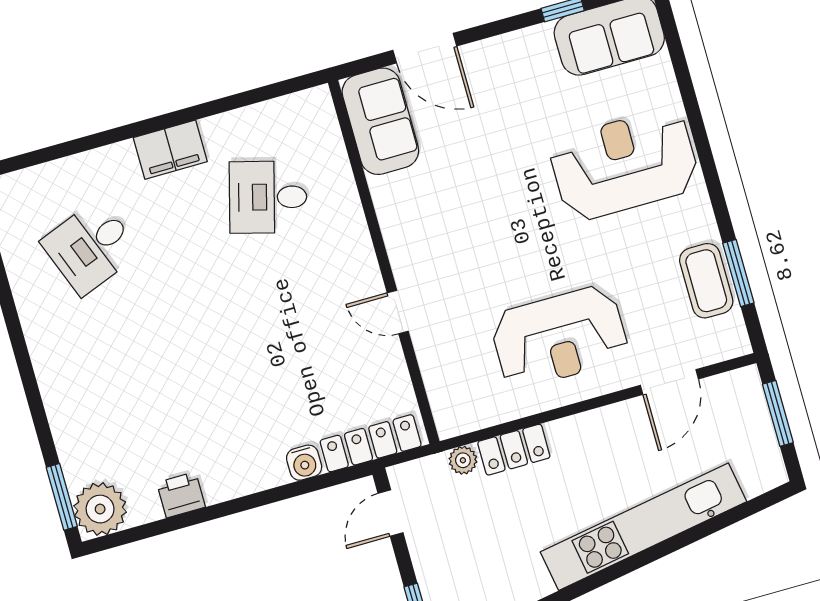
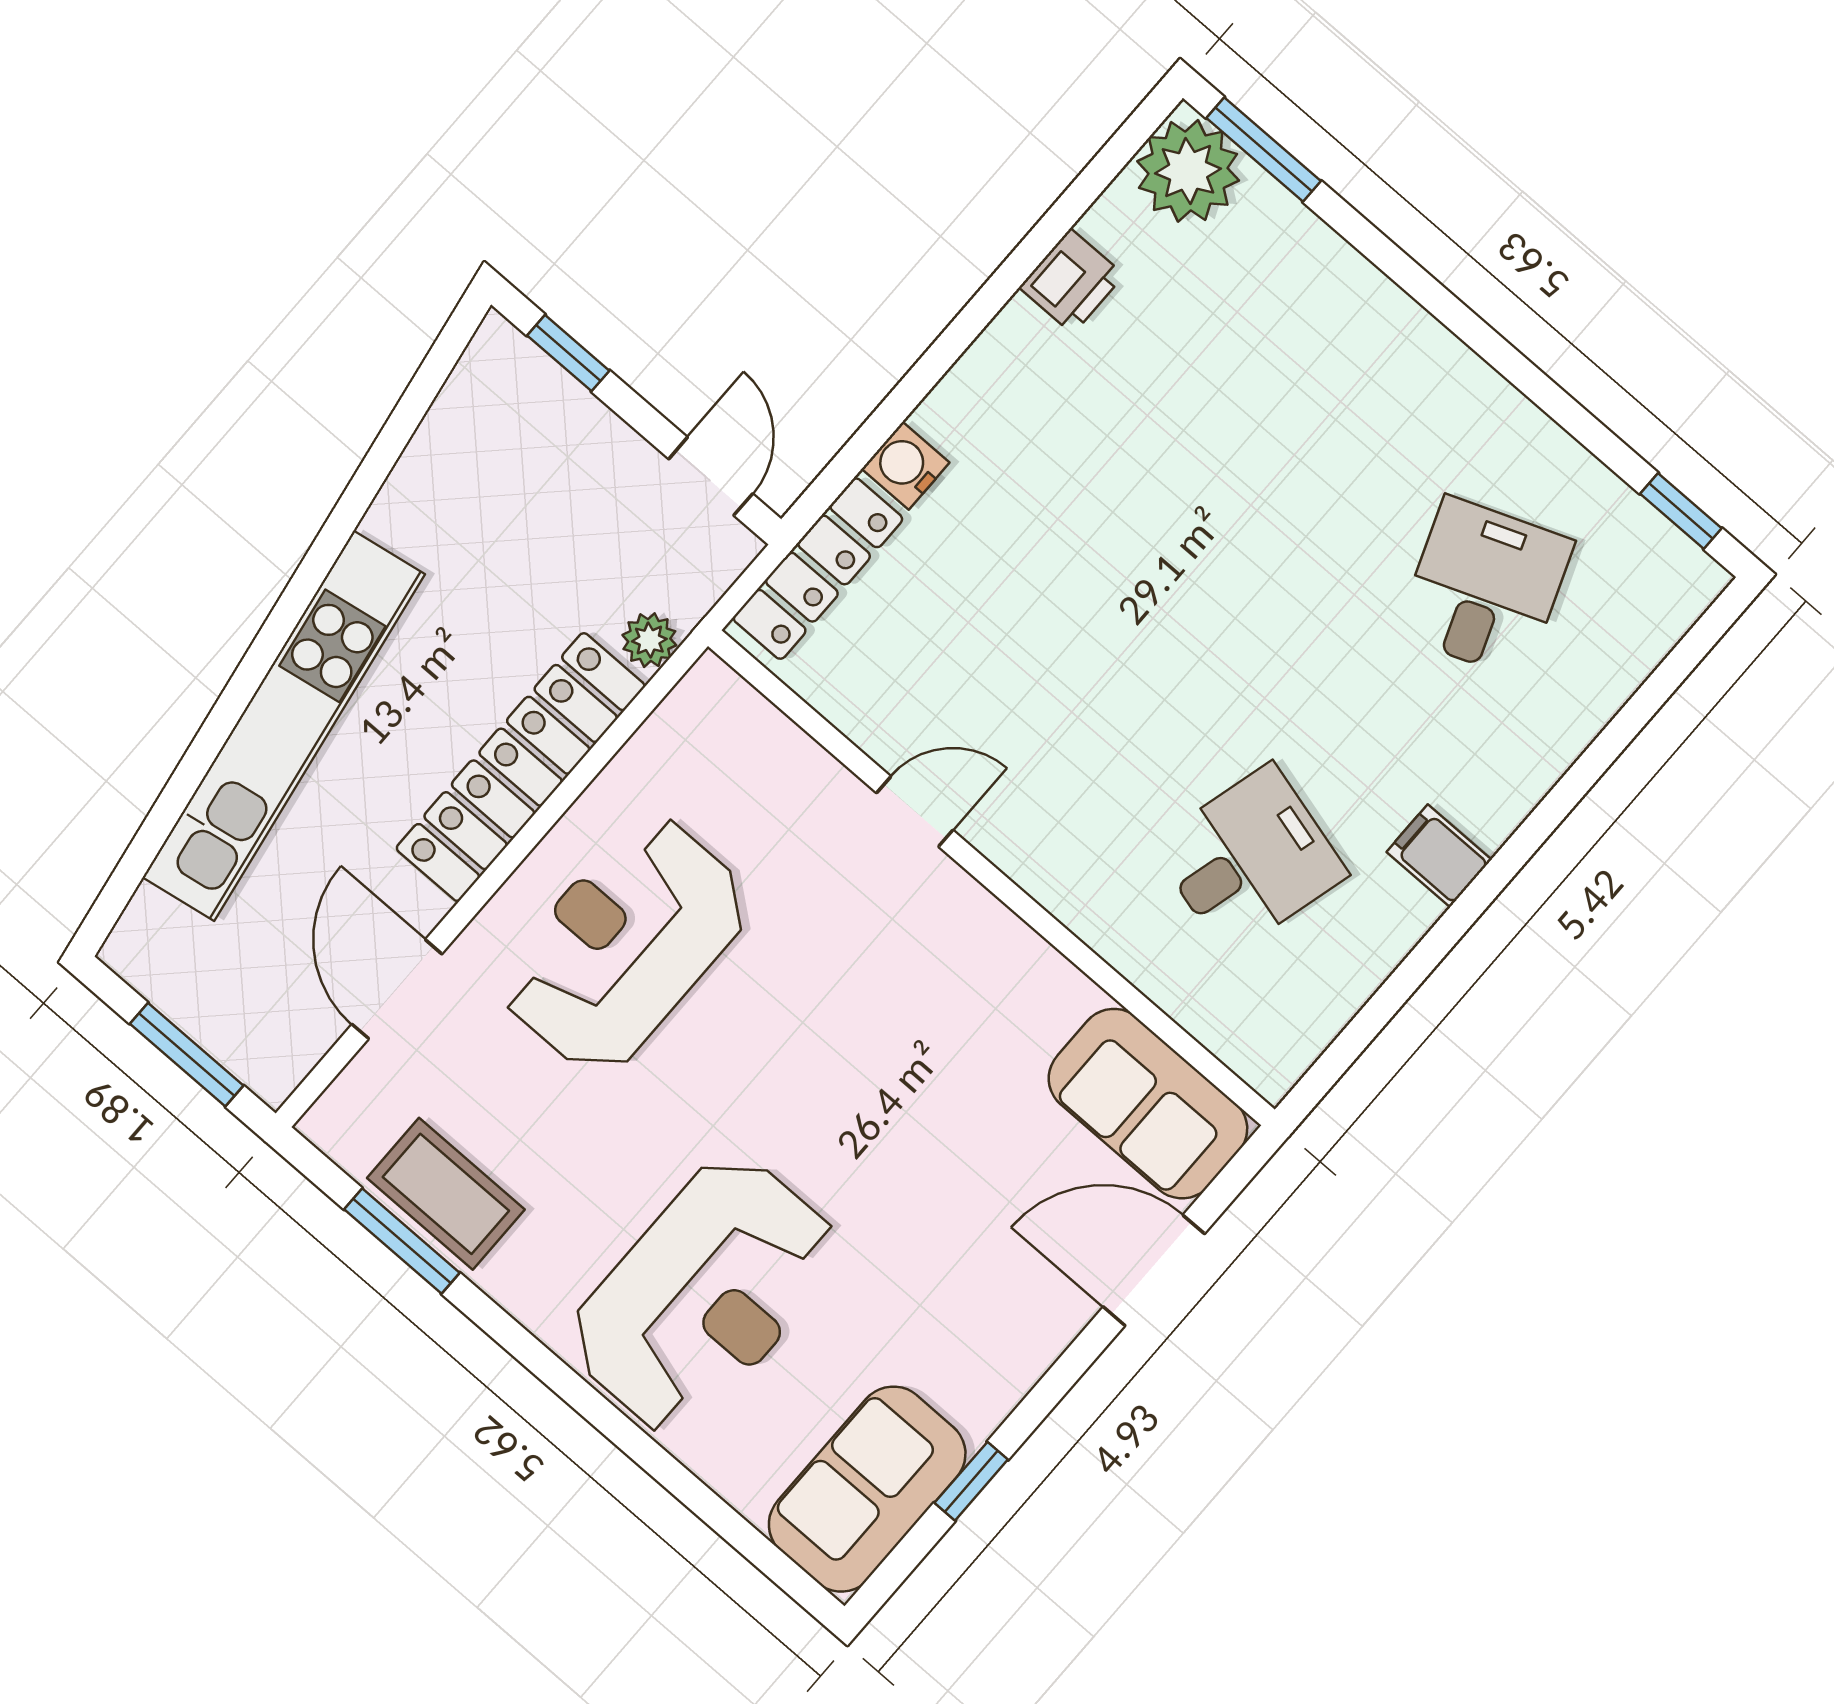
filing cabinet: (170, 150) -> (1439, 856), width x0.50
locker: (514, 450) -> (521, 767), width x2.16, depth x1.21

